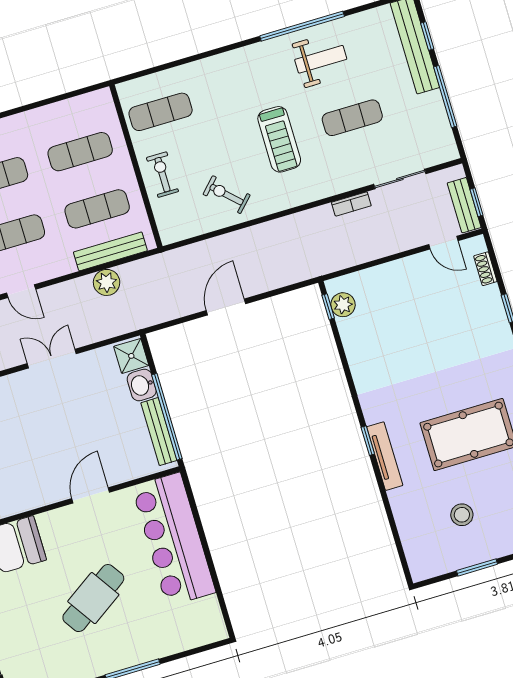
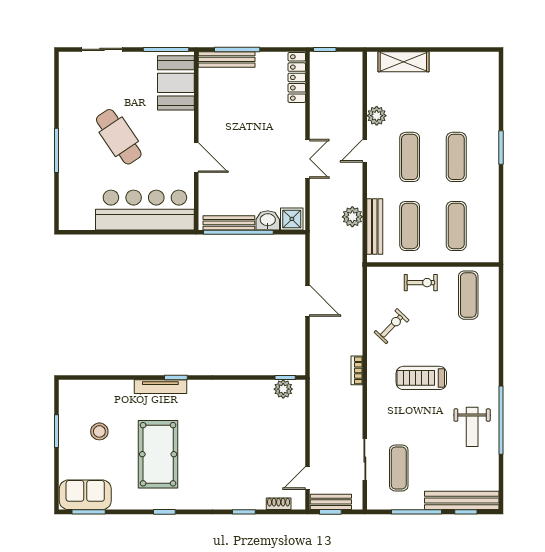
exercise mat: (352, 118) -> (399, 468), moved
bookcase: (351, 204) -> (357, 370), moved

